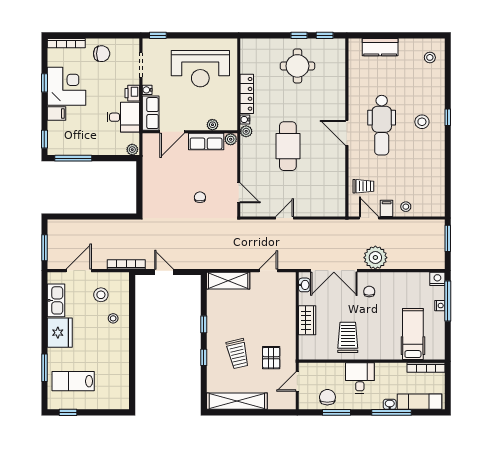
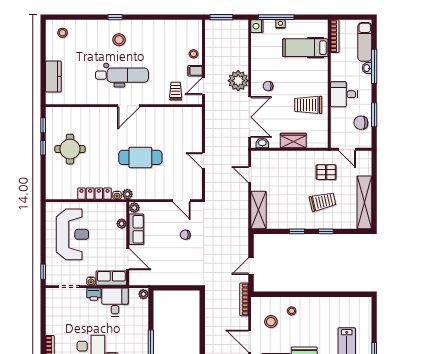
chair: (102, 54) -> (59, 321), removed
door: (239, 193) -> (181, 201), swing flipped

